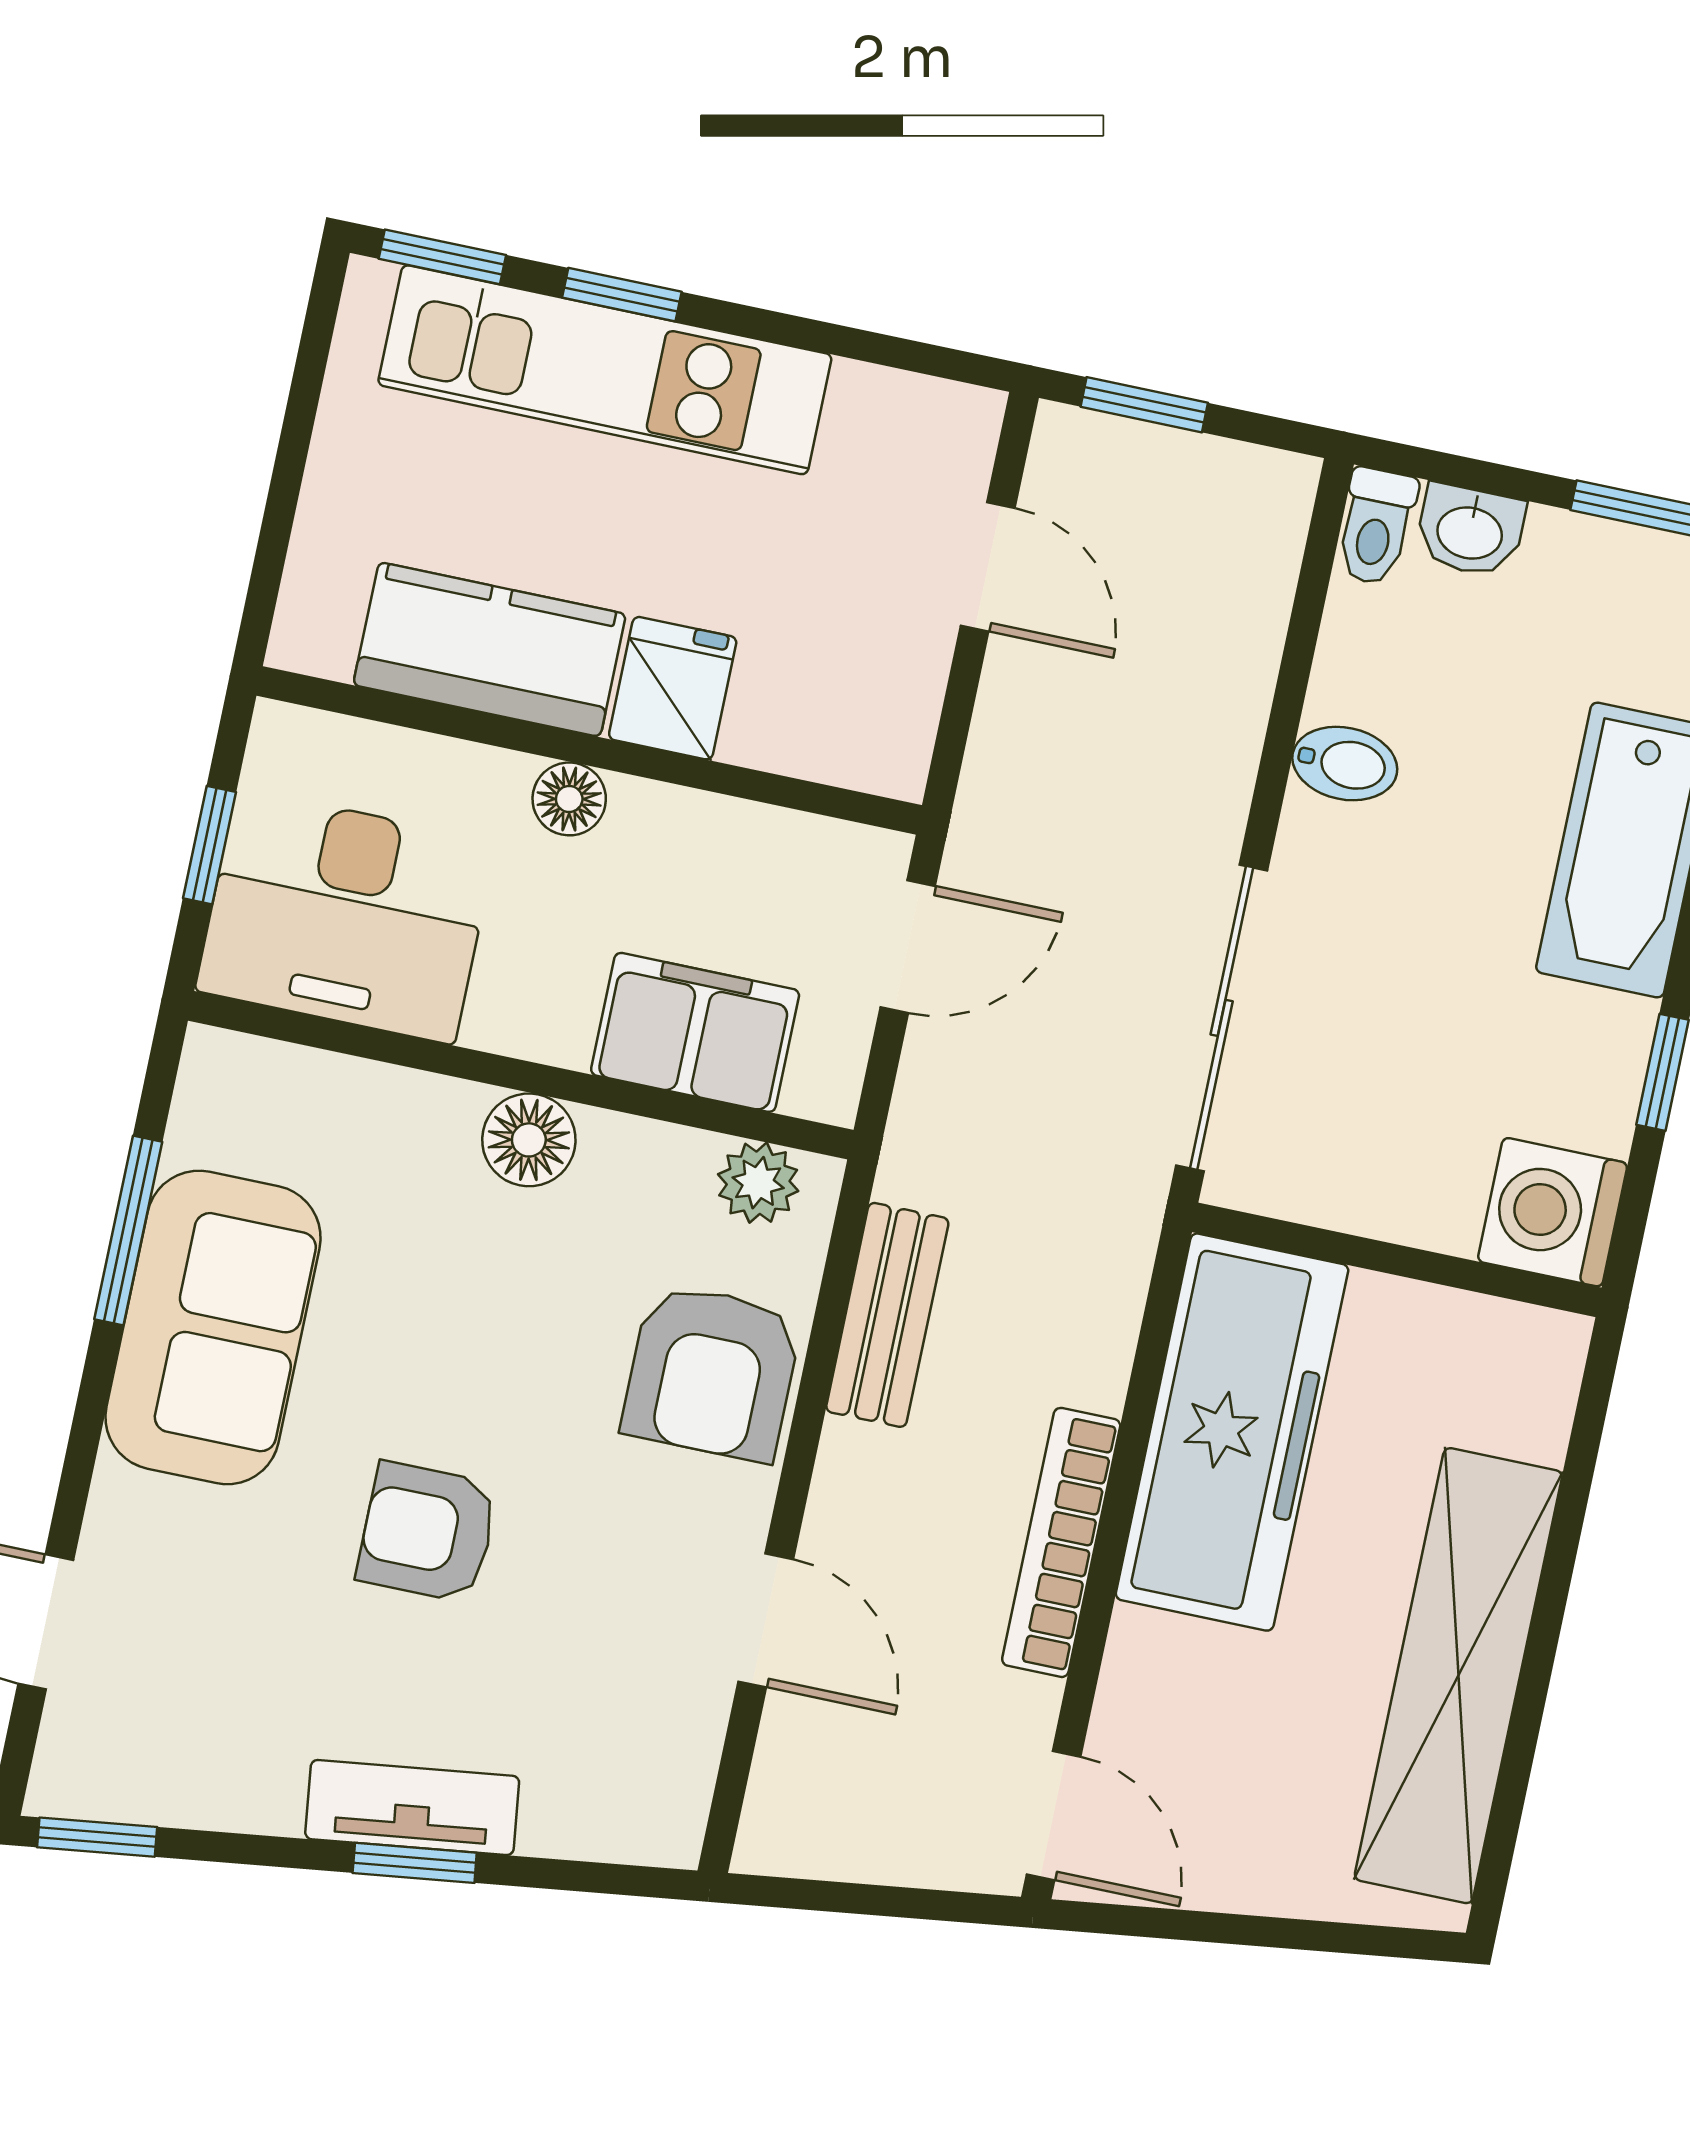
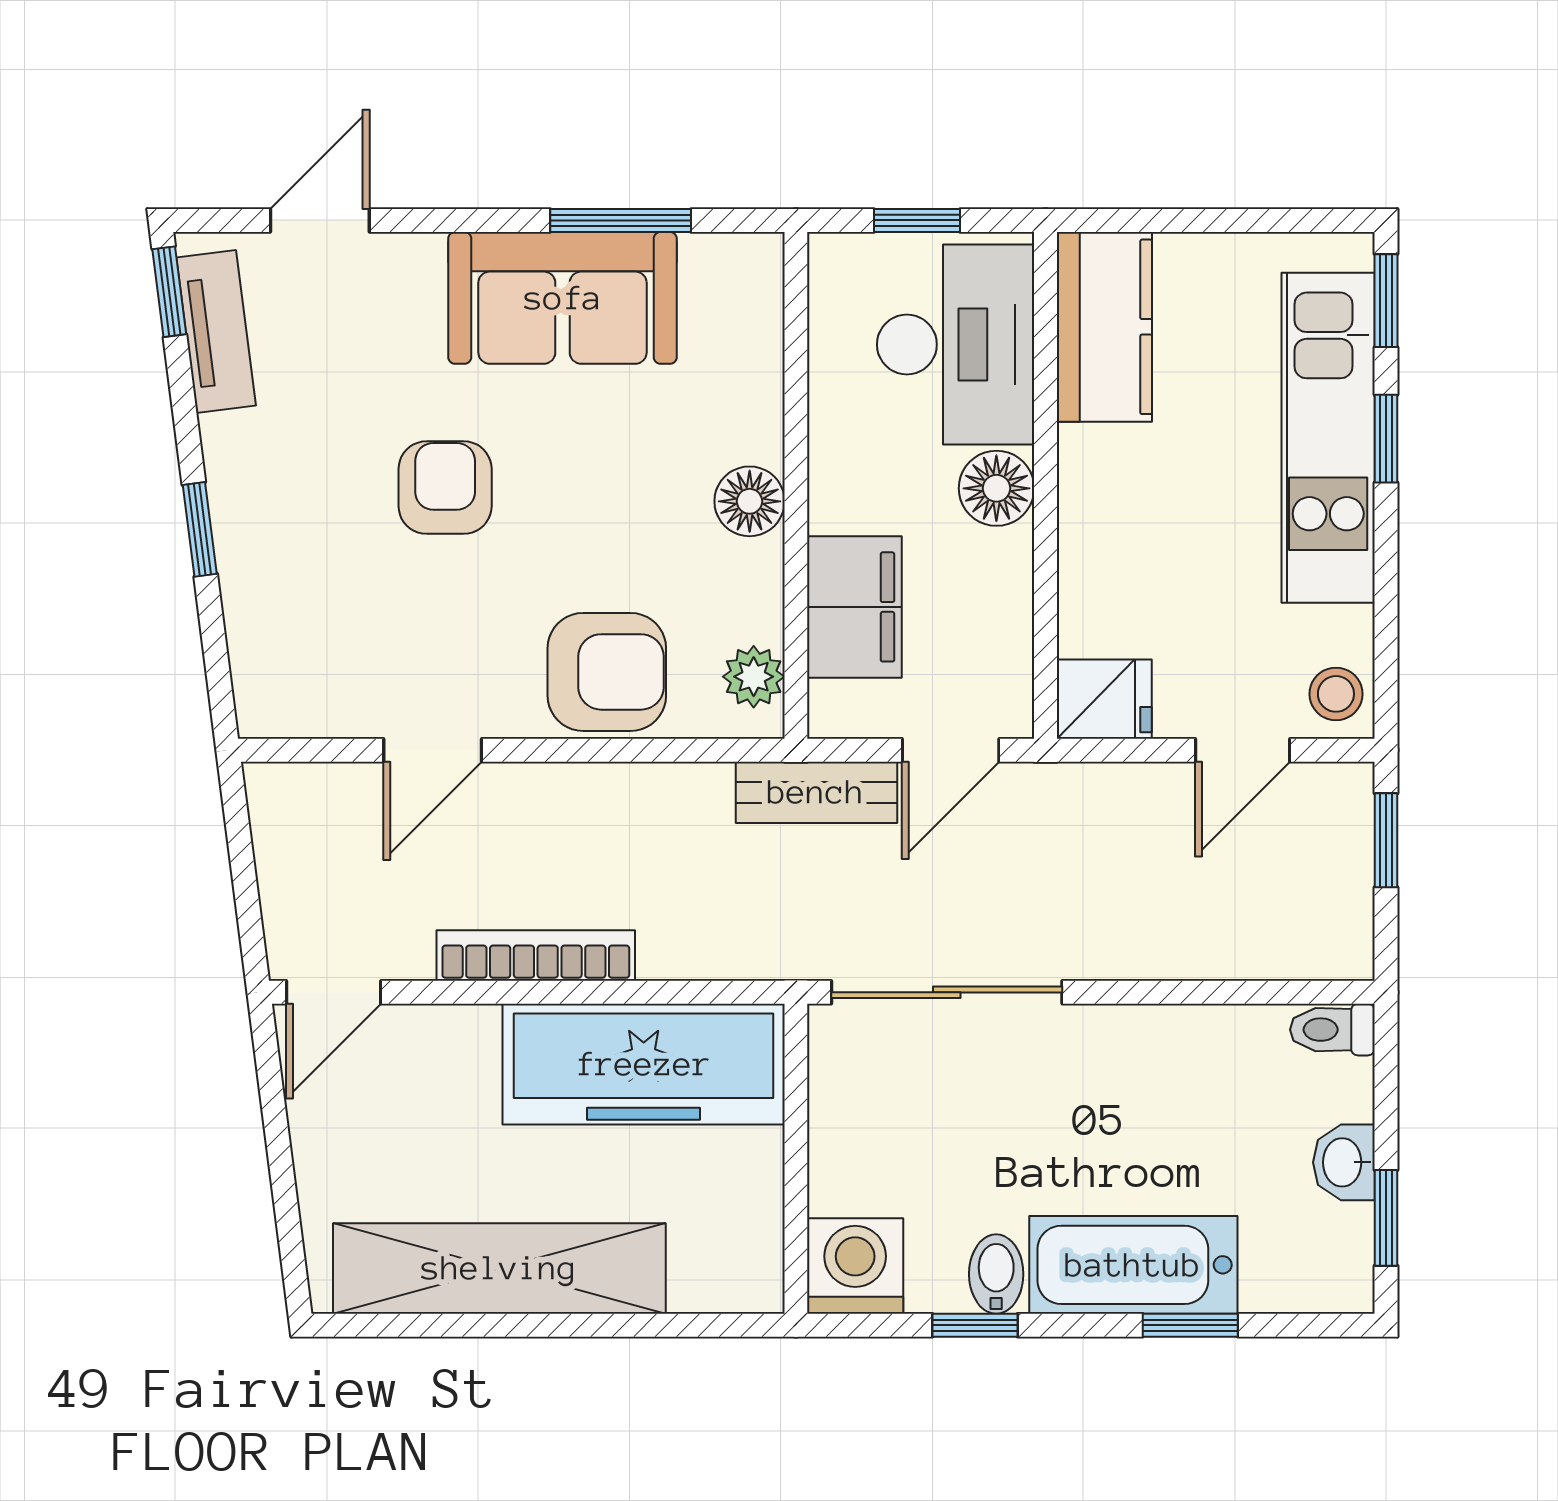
stool: (940, 430) -> (1336, 694), added
washbasin: (1470, 531) -> (1344, 1162), moved
kitchen counter: (490, 649) -> (1104, 327), moved
fridge: (673, 688) -> (1104, 699), moved
bidet: (1345, 764) -> (996, 1274), moved, turned 180
floor lamp: (569, 799) -> (996, 488), width x1.37, depth x1.37
desk: (346, 916) -> (956, 345), moved, turned 180
door: (908, 947) -> (951, 750), hinge flipped
bench: (887, 1315) -> (816, 792), moved
armchair: (712, 1372) -> (607, 672), turned 180
tv unit: (412, 1808) -> (216, 332), moved

